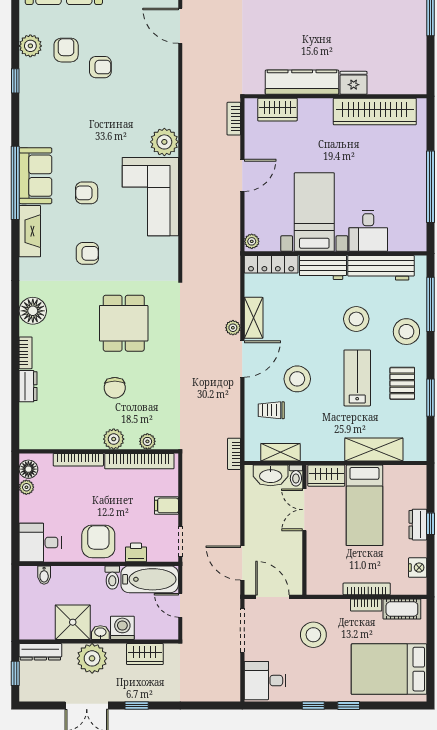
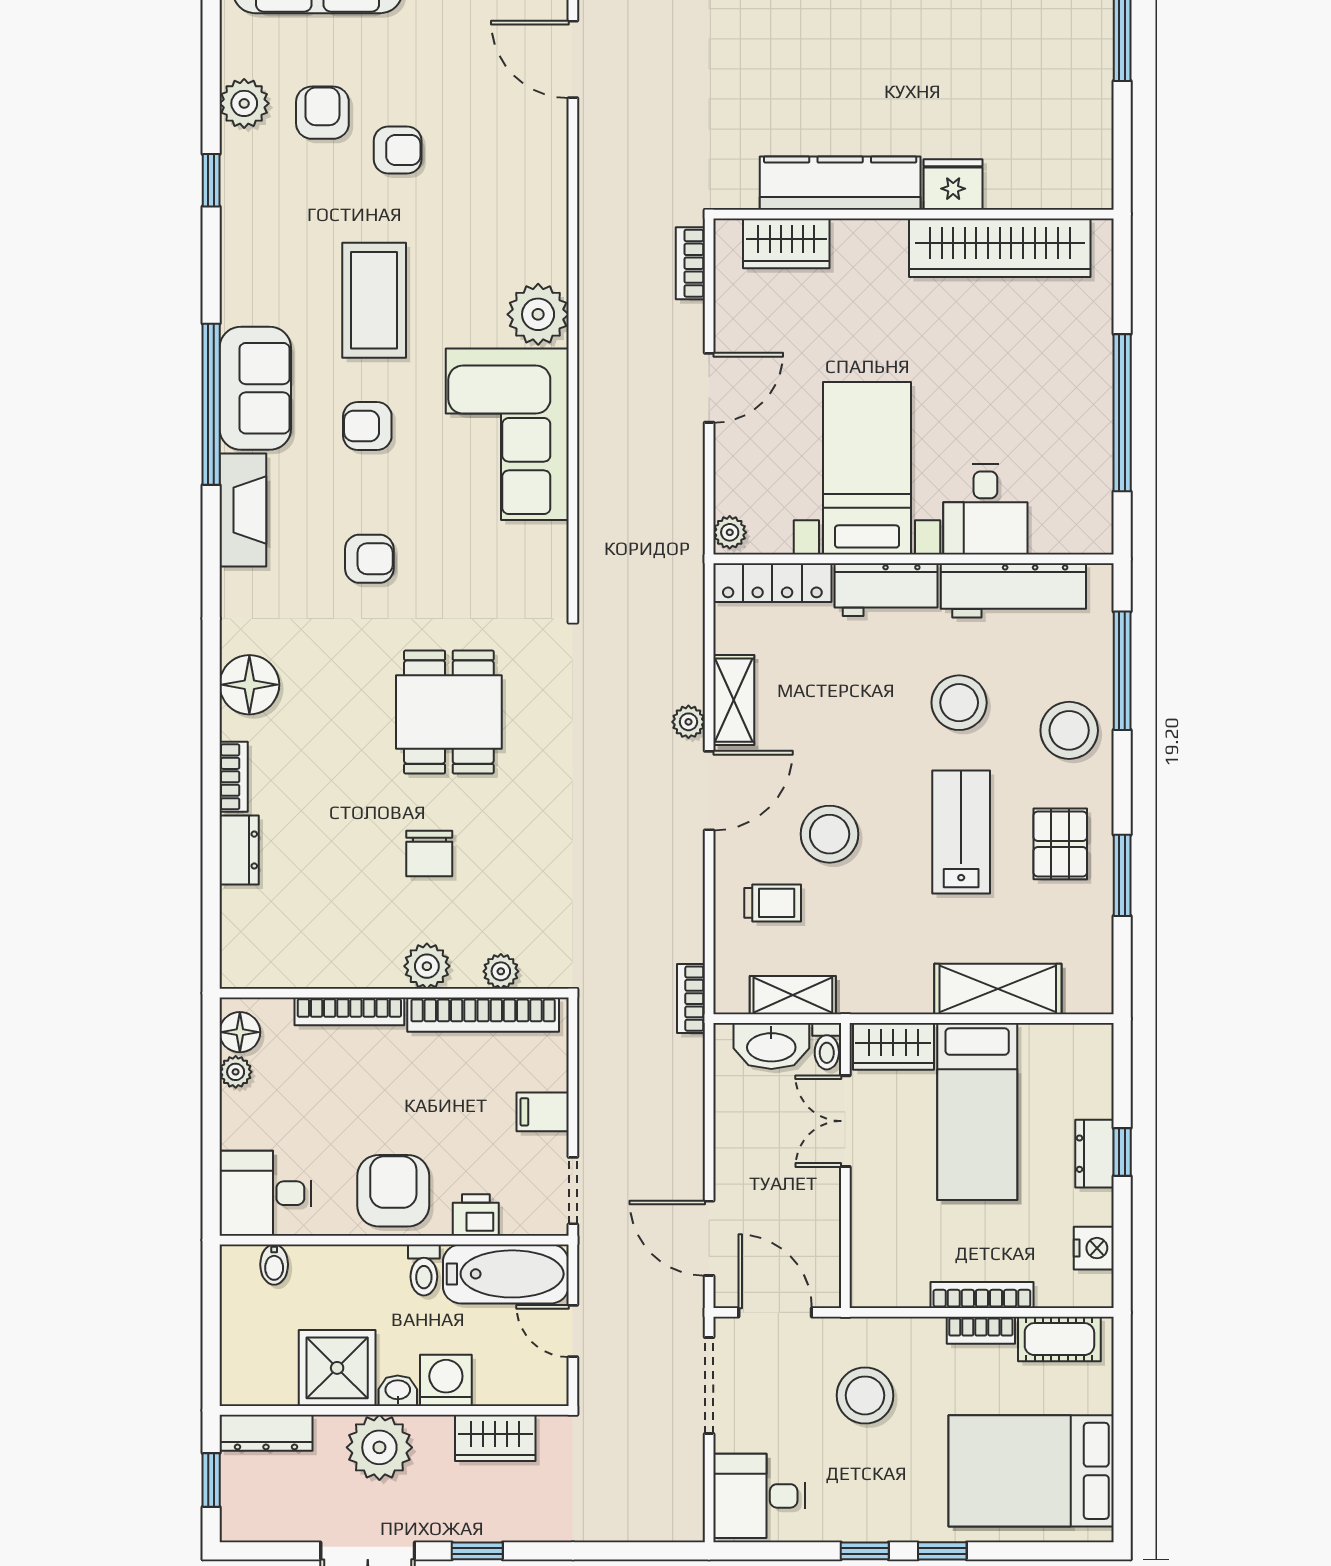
coffee table: (90, 136) -> (374, 300), added
trolley: (271, 410) -> (773, 903), turned 180

